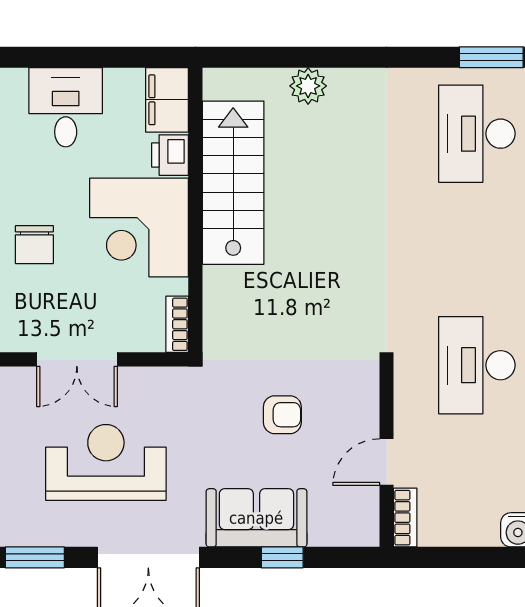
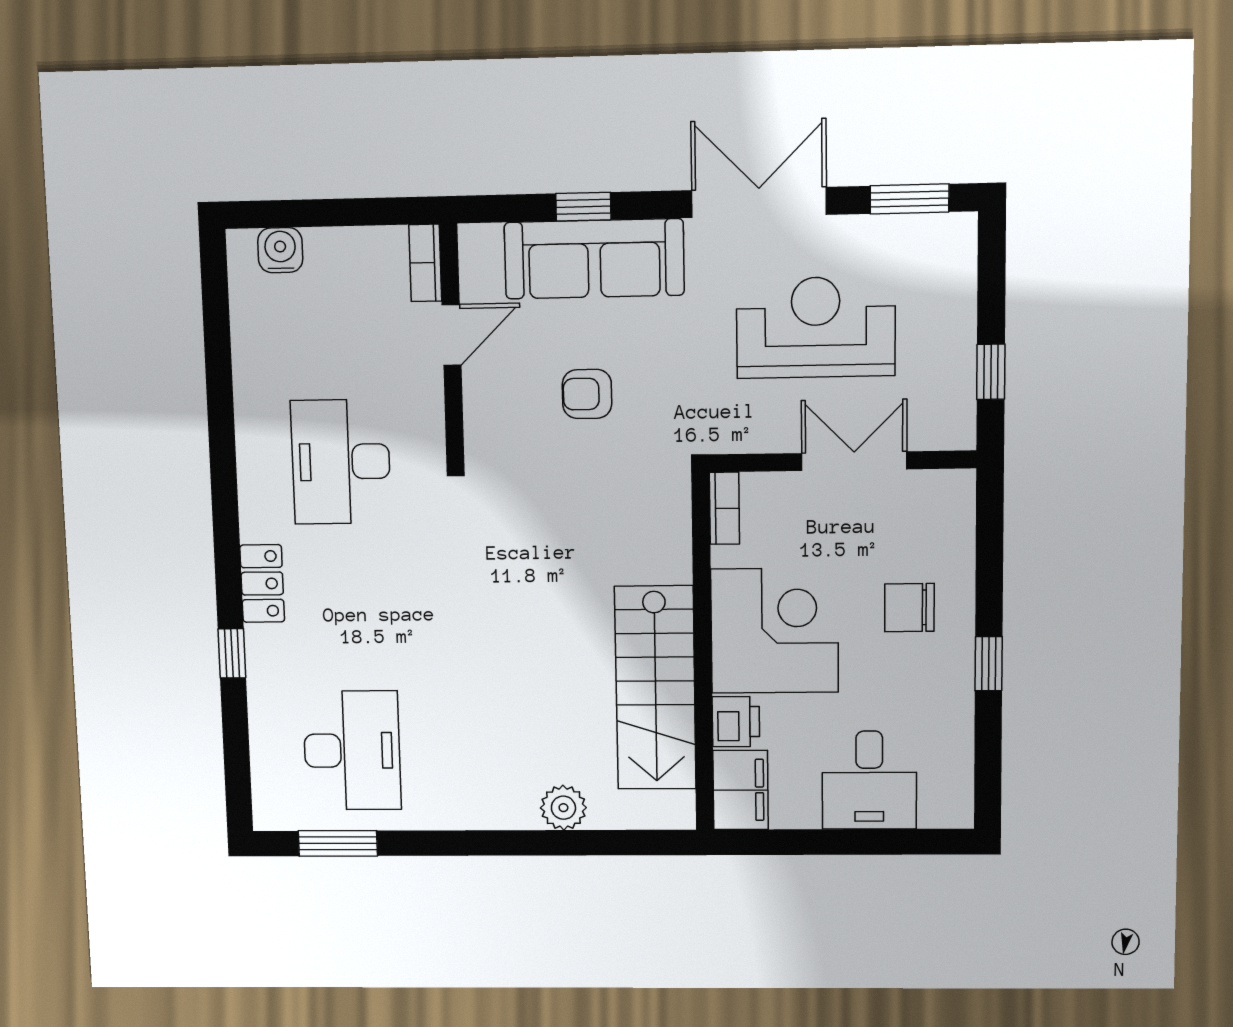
chair: (34, 245) -> (909, 608), turned -90
desk: (477, 365) -> (341, 462), turned 180
reception desk: (106, 462) -> (816, 327), turned 180
sofa: (256, 518) -> (594, 259), width x1.36

